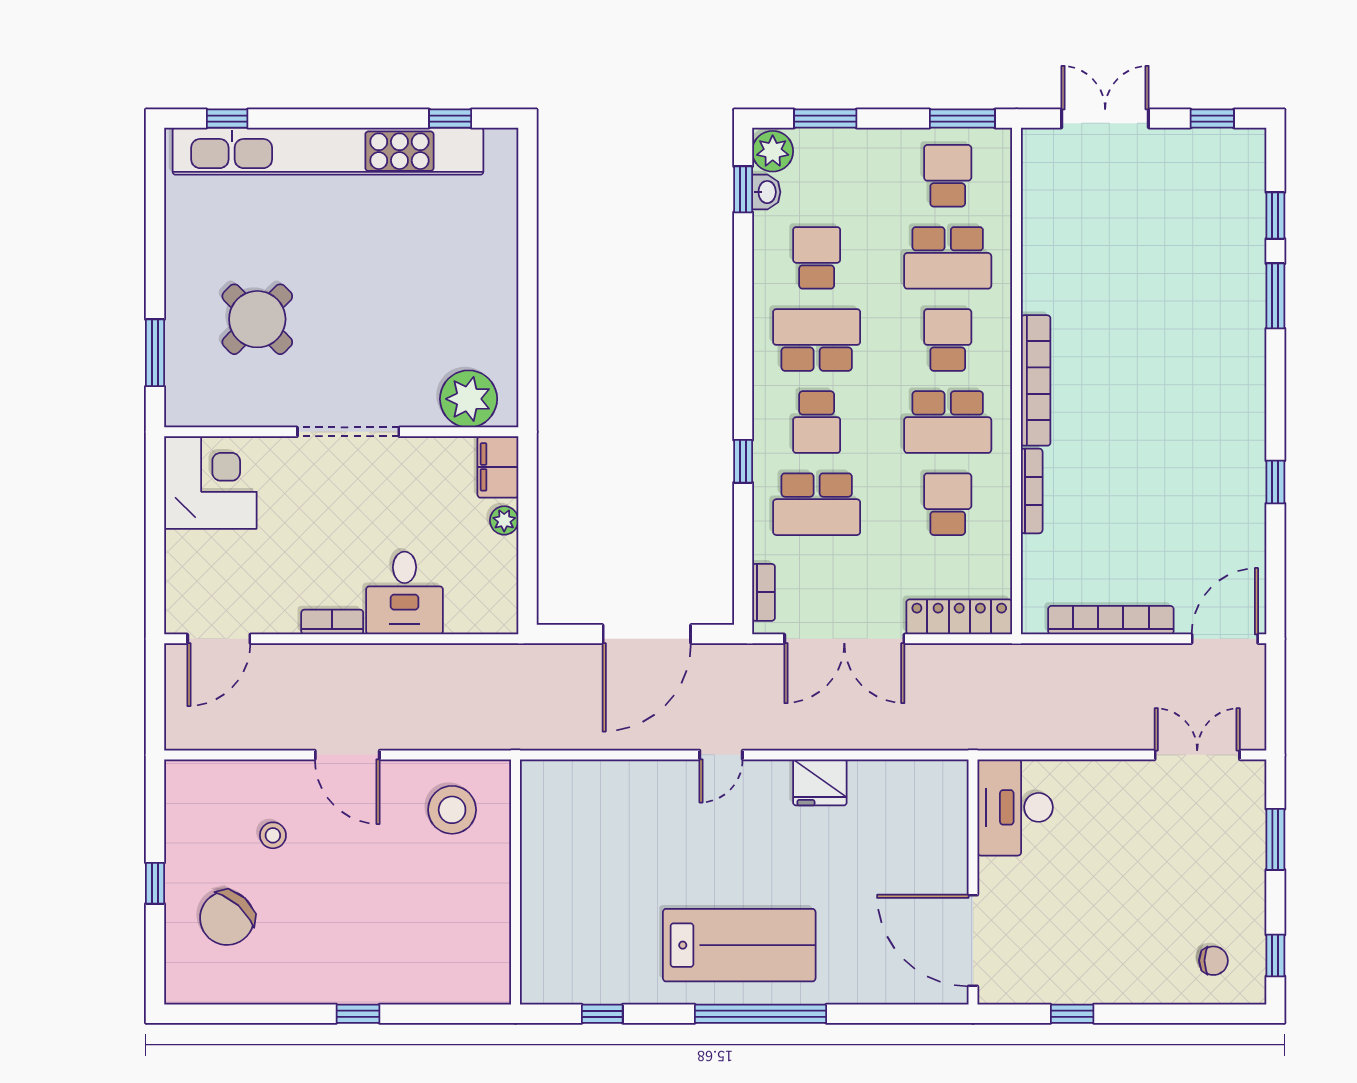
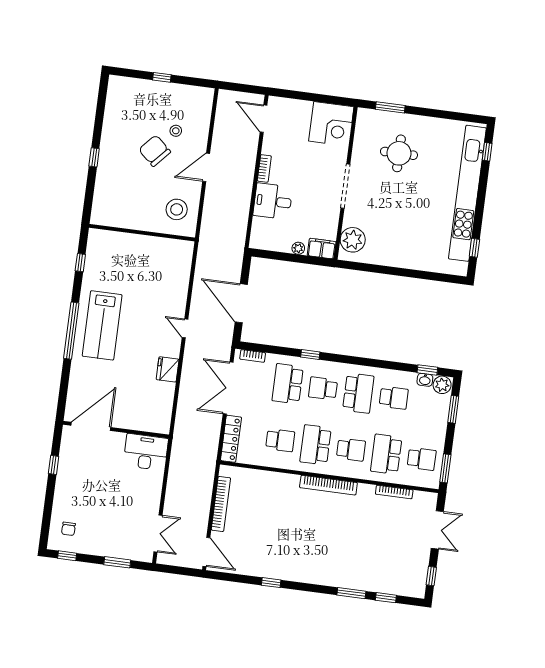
round table: (257, 319) -> (399, 153), turned 45
bookcase: (1032, 491) -> (394, 492), moved
chair: (227, 918) -> (155, 151), moved

